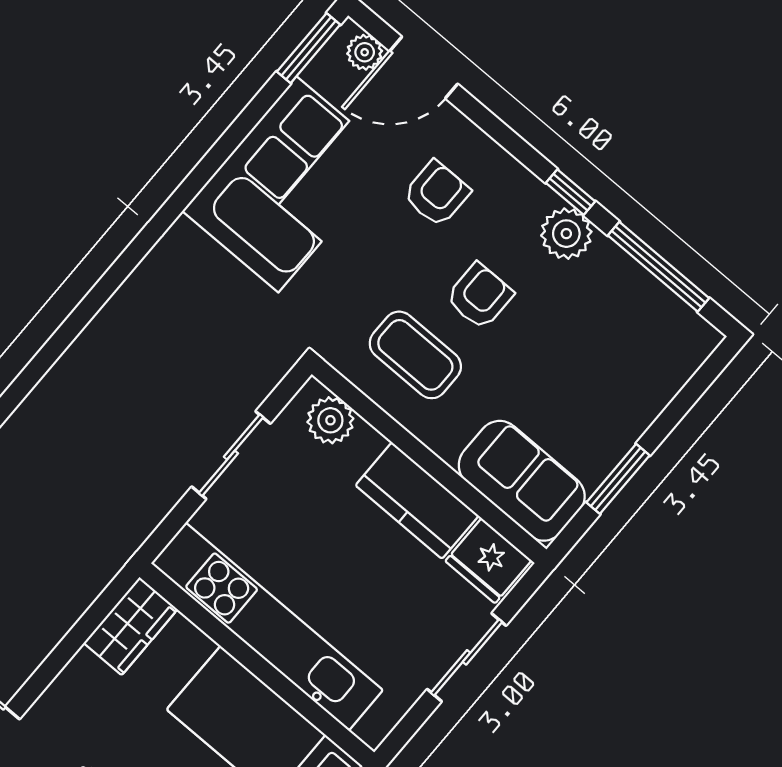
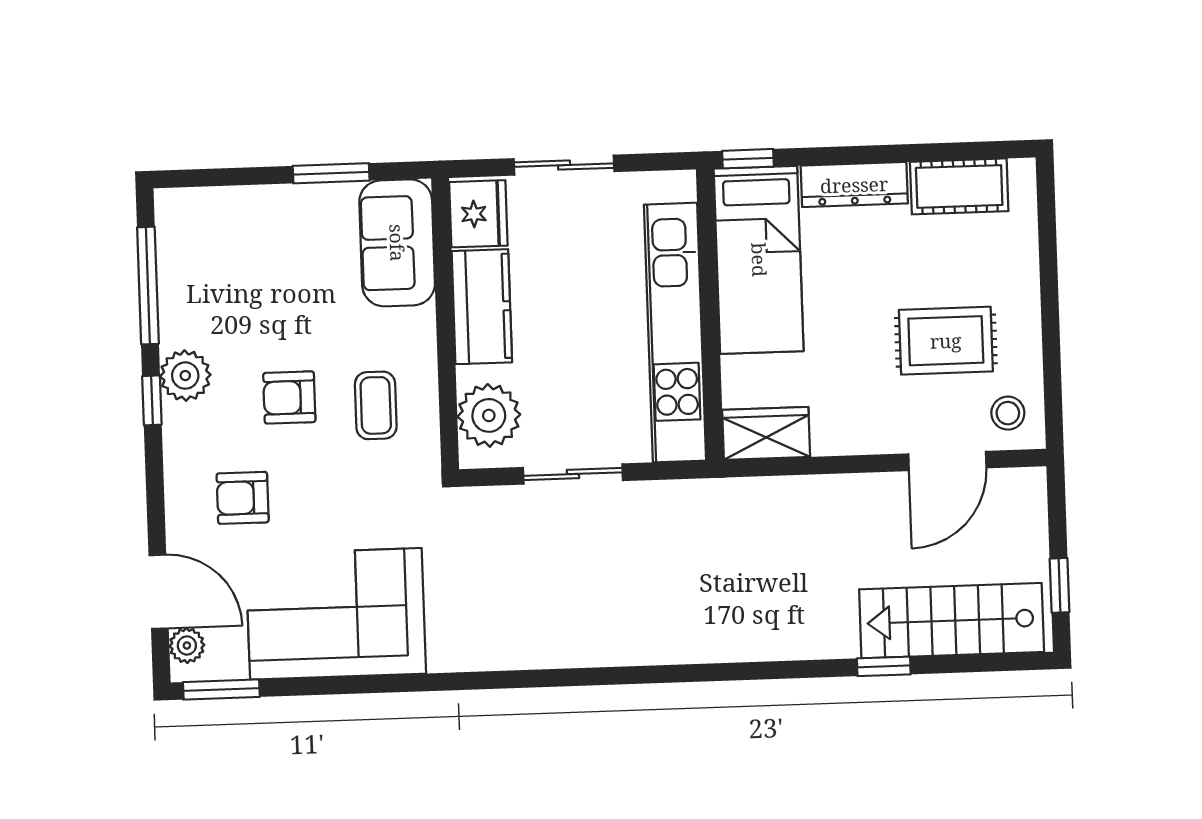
coffee table: (415, 355) -> (376, 405), width x0.73, depth x0.77
plant: (330, 420) -> (489, 415), width x1.36, depth x1.36

